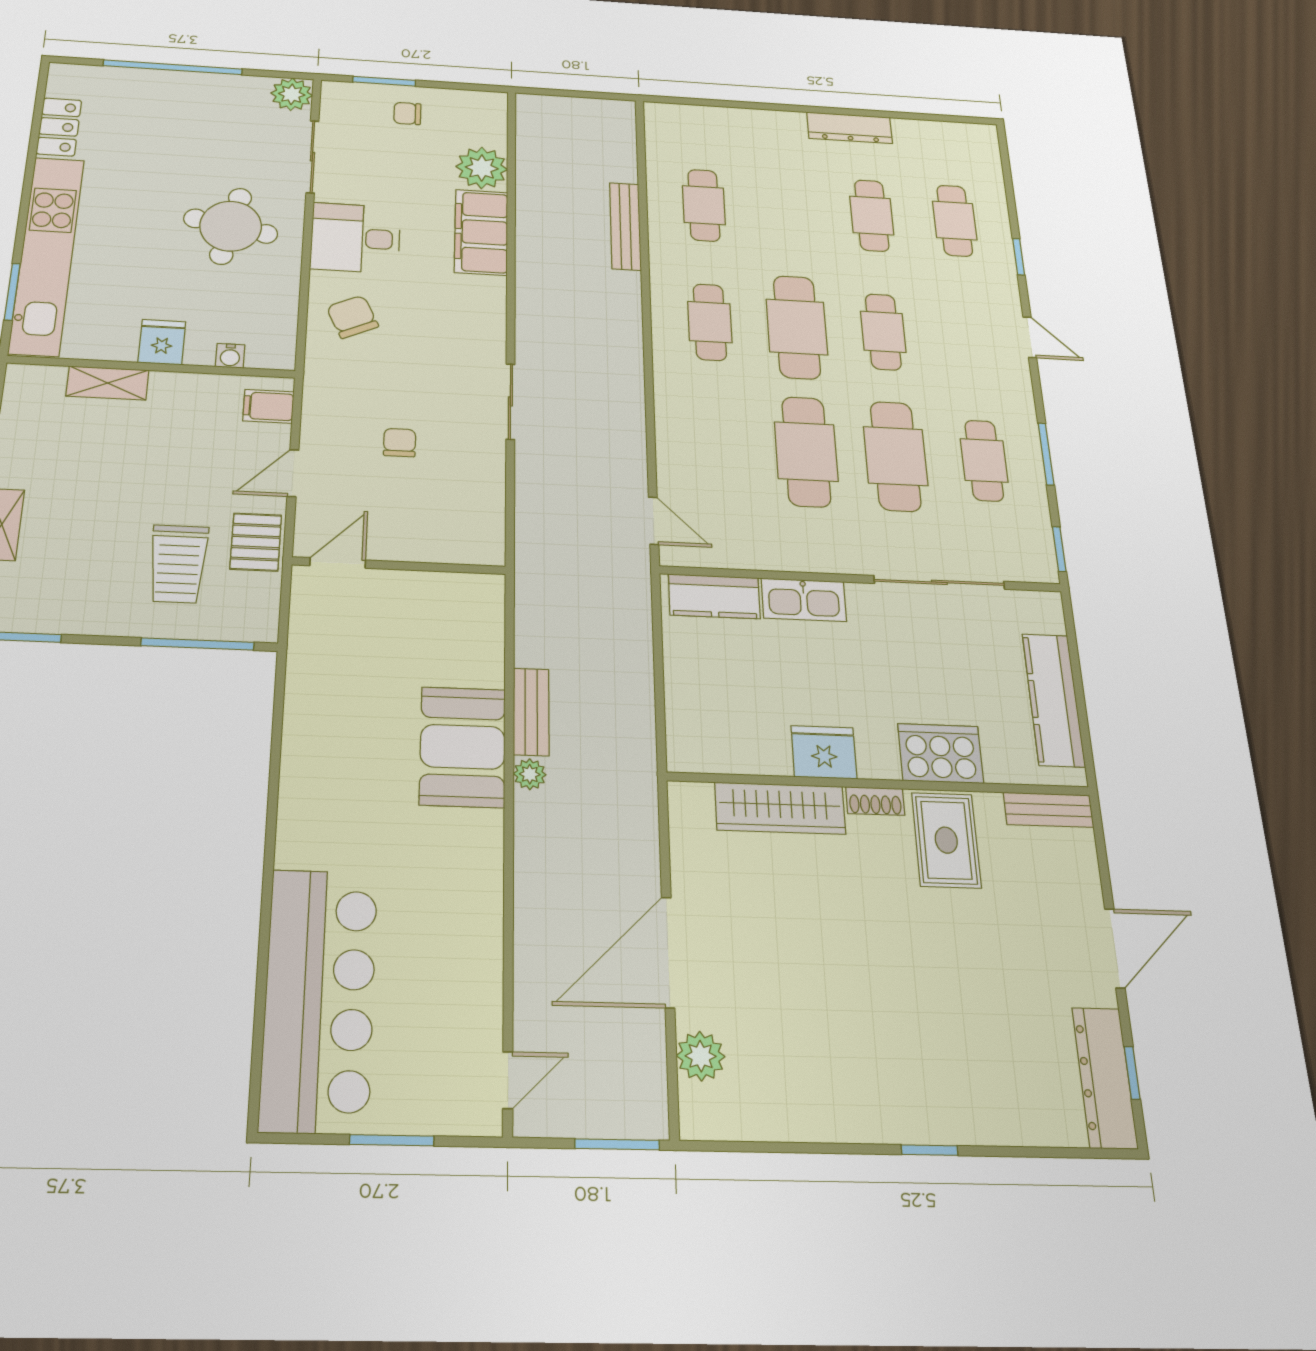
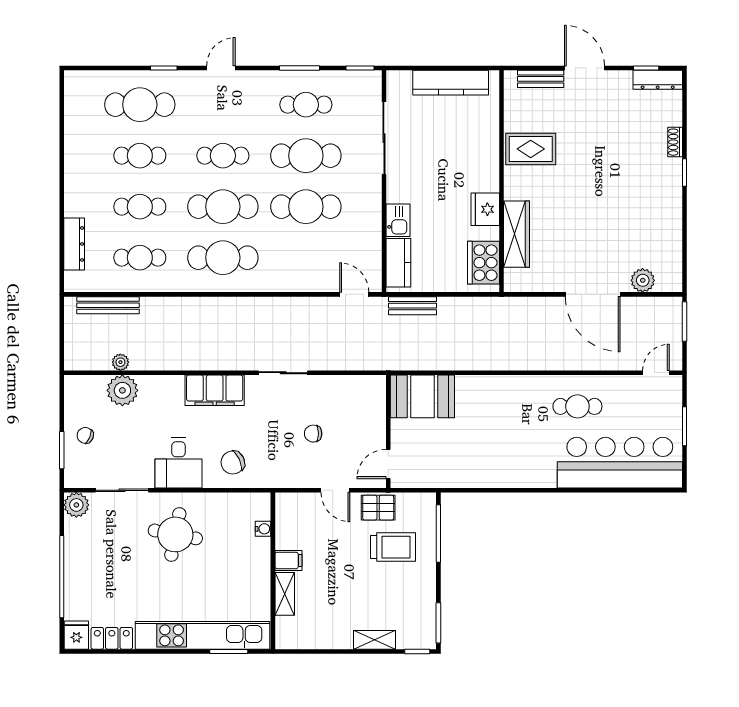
chair: (407, 113) -> (85, 435), turned 113
dresser: (850, 128) -> (74, 244), moved
cafe table: (788, 210) -> (140, 207), added
cafe table: (955, 221) -> (140, 105), width x1.37, depth x1.35
bench: (625, 226) -> (108, 305), moved
filing cabinet: (481, 232) -> (215, 390), moved
cafe table: (710, 322) -> (223, 258), width x1.37, depth x1.35
fridge: (162, 342) -> (76, 635), moved, turned 90
filing cabinet: (268, 406) -> (289, 560), moved, turned -90
door: (654, 521) -> (354, 294), hinge flipped
door: (338, 563) -> (388, 464), hinge flipped
kitchen sink: (804, 600) -> (398, 220), width x0.73
bench: (531, 712) -> (412, 306), moved
booth: (463, 747) -> (422, 396), moved
cooker: (941, 753) -> (484, 263), moved
plant: (530, 774) -> (120, 362), moved
shoe rack: (875, 801) -> (675, 142), moved, turned 180
bench: (1048, 810) -> (541, 79), moved, turned 90
cafe table: (440, 915) -> (577, 406), added
dresser: (1105, 1077) -> (658, 80), width x0.73, depth x0.80
door: (508, 1080) -> (656, 373), hinge flipped

